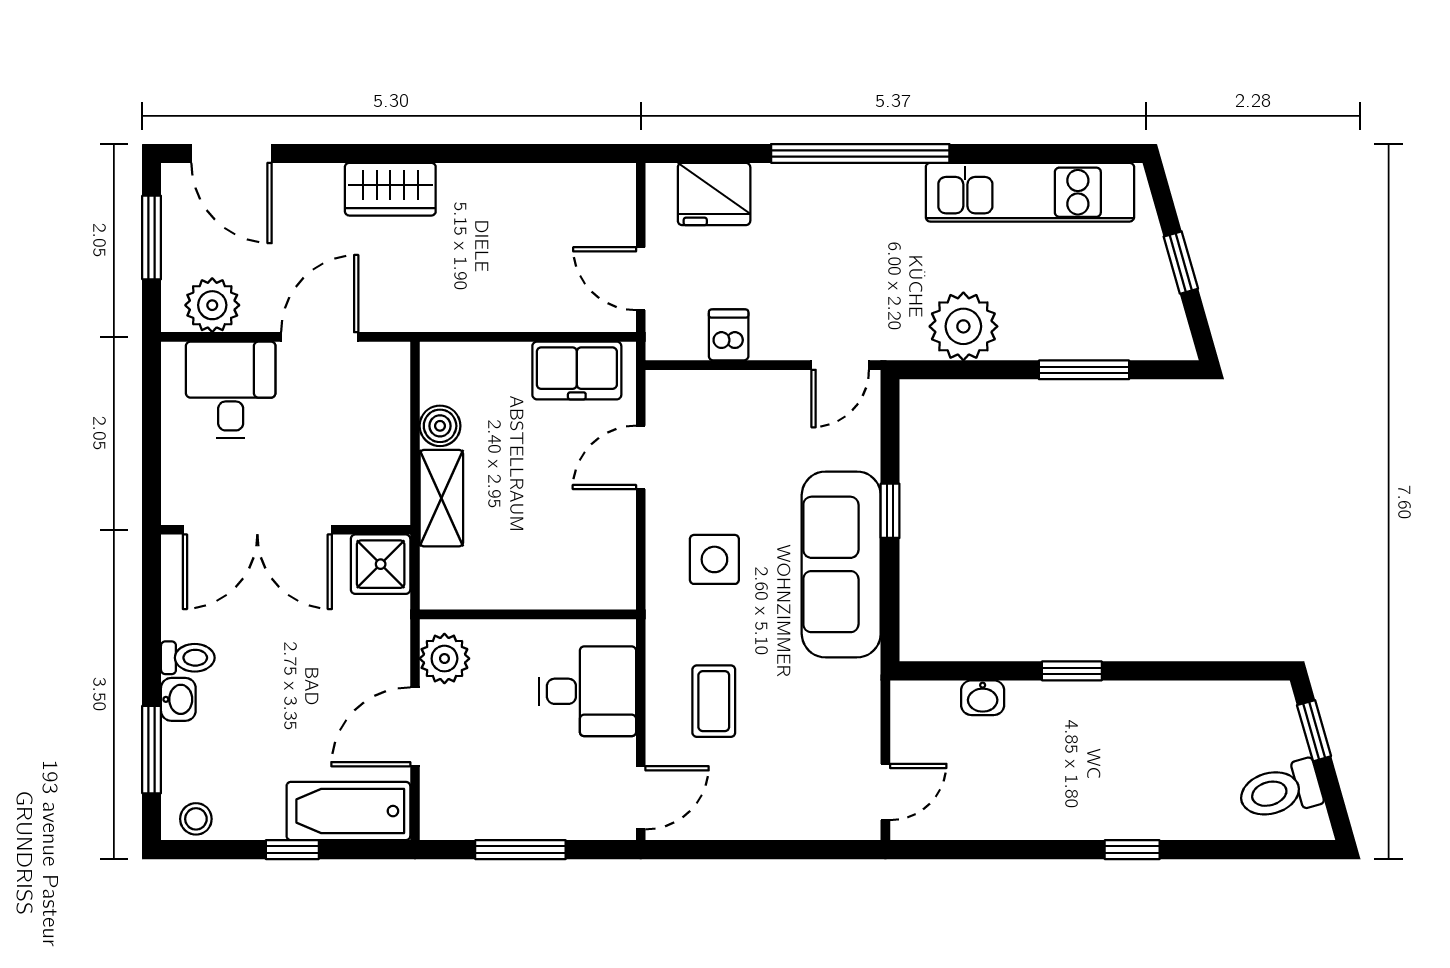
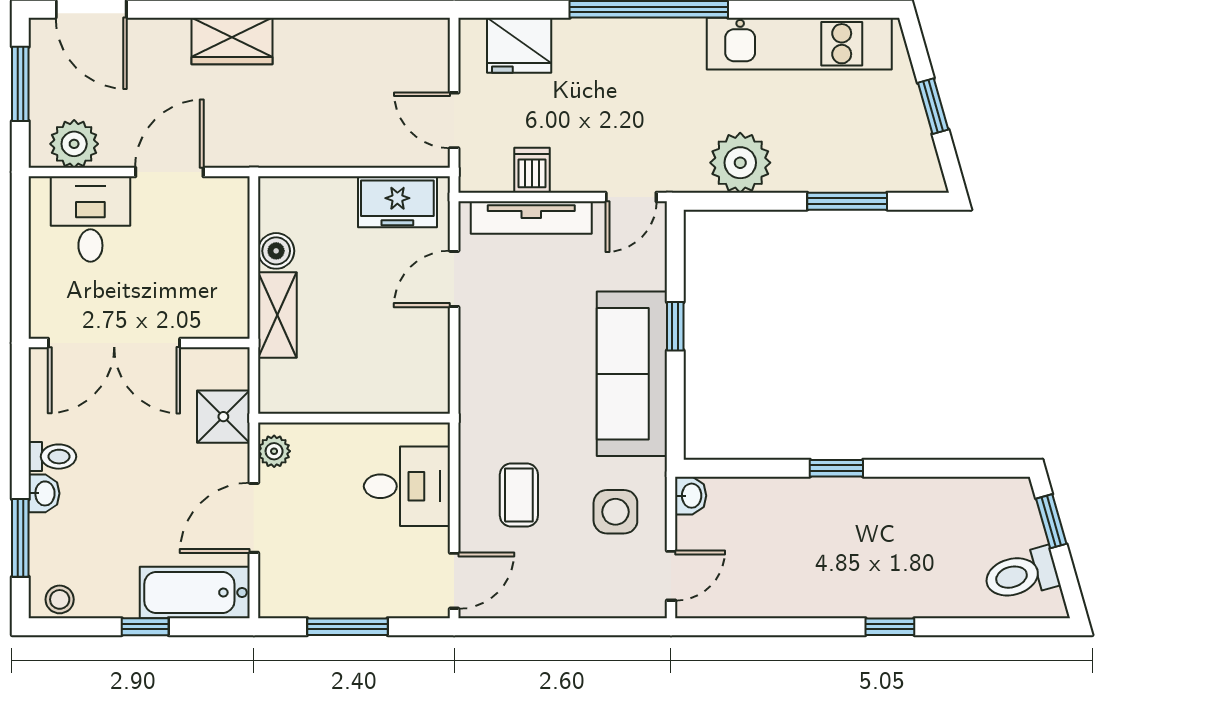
tv unit: (728, 388) -> (531, 218), added
side table: (714, 559) -> (615, 512), moved
shower: (381, 564) -> (223, 417), moved
plant: (444, 659) -> (274, 451), width x0.73, depth x0.73
washbasin: (983, 698) -> (691, 496), moved, turned -90

